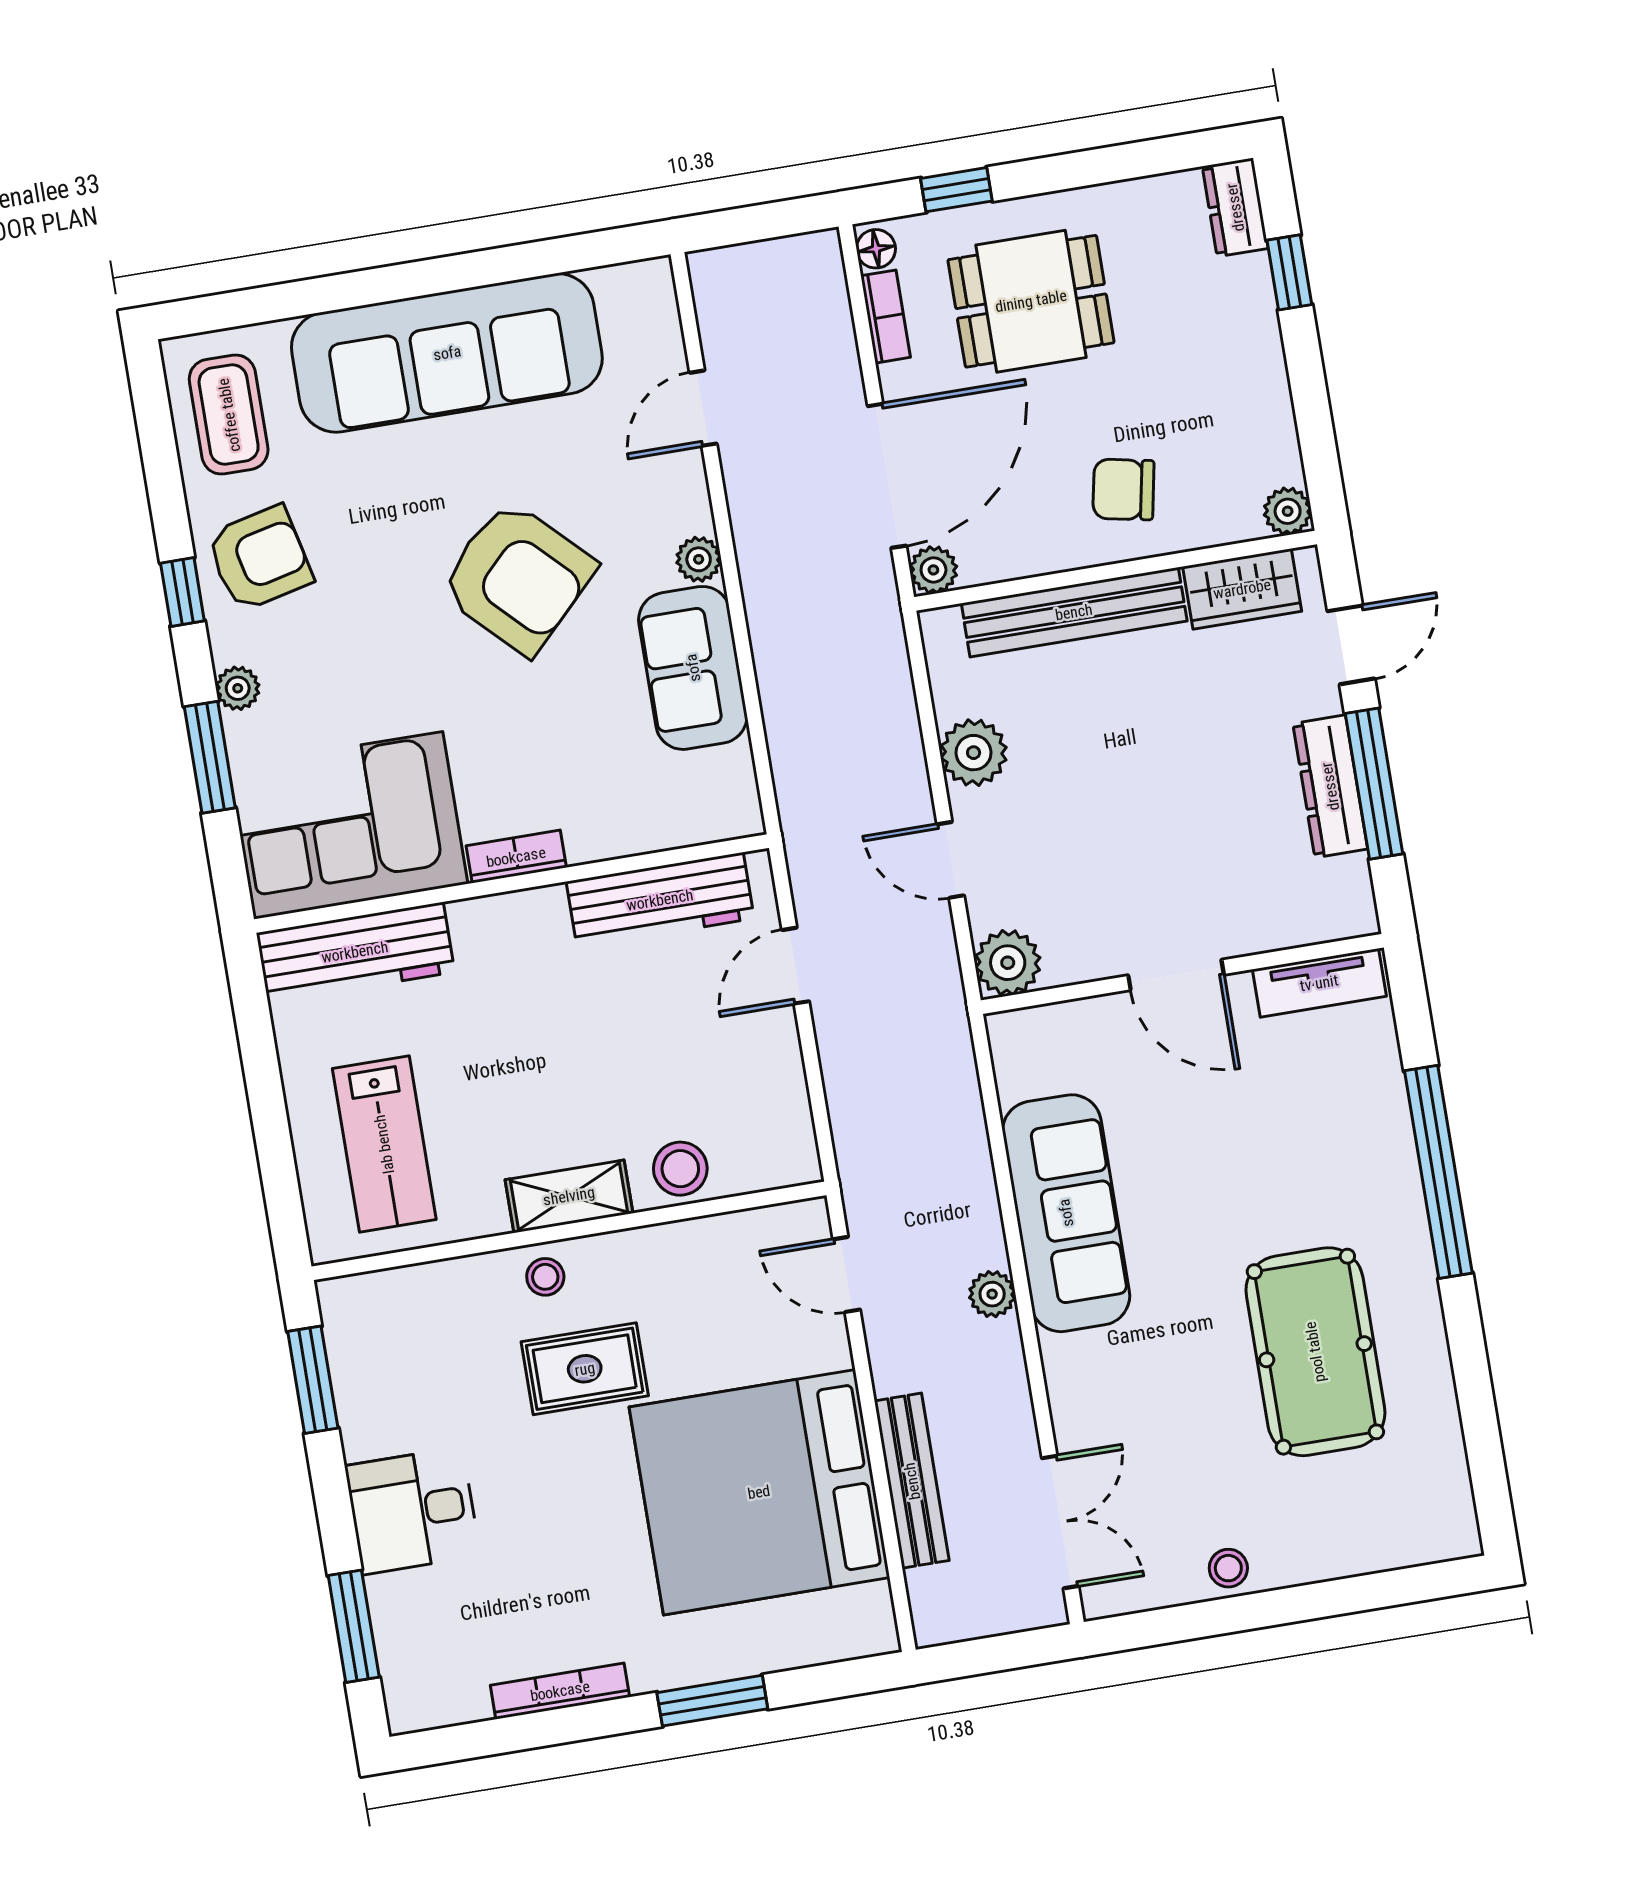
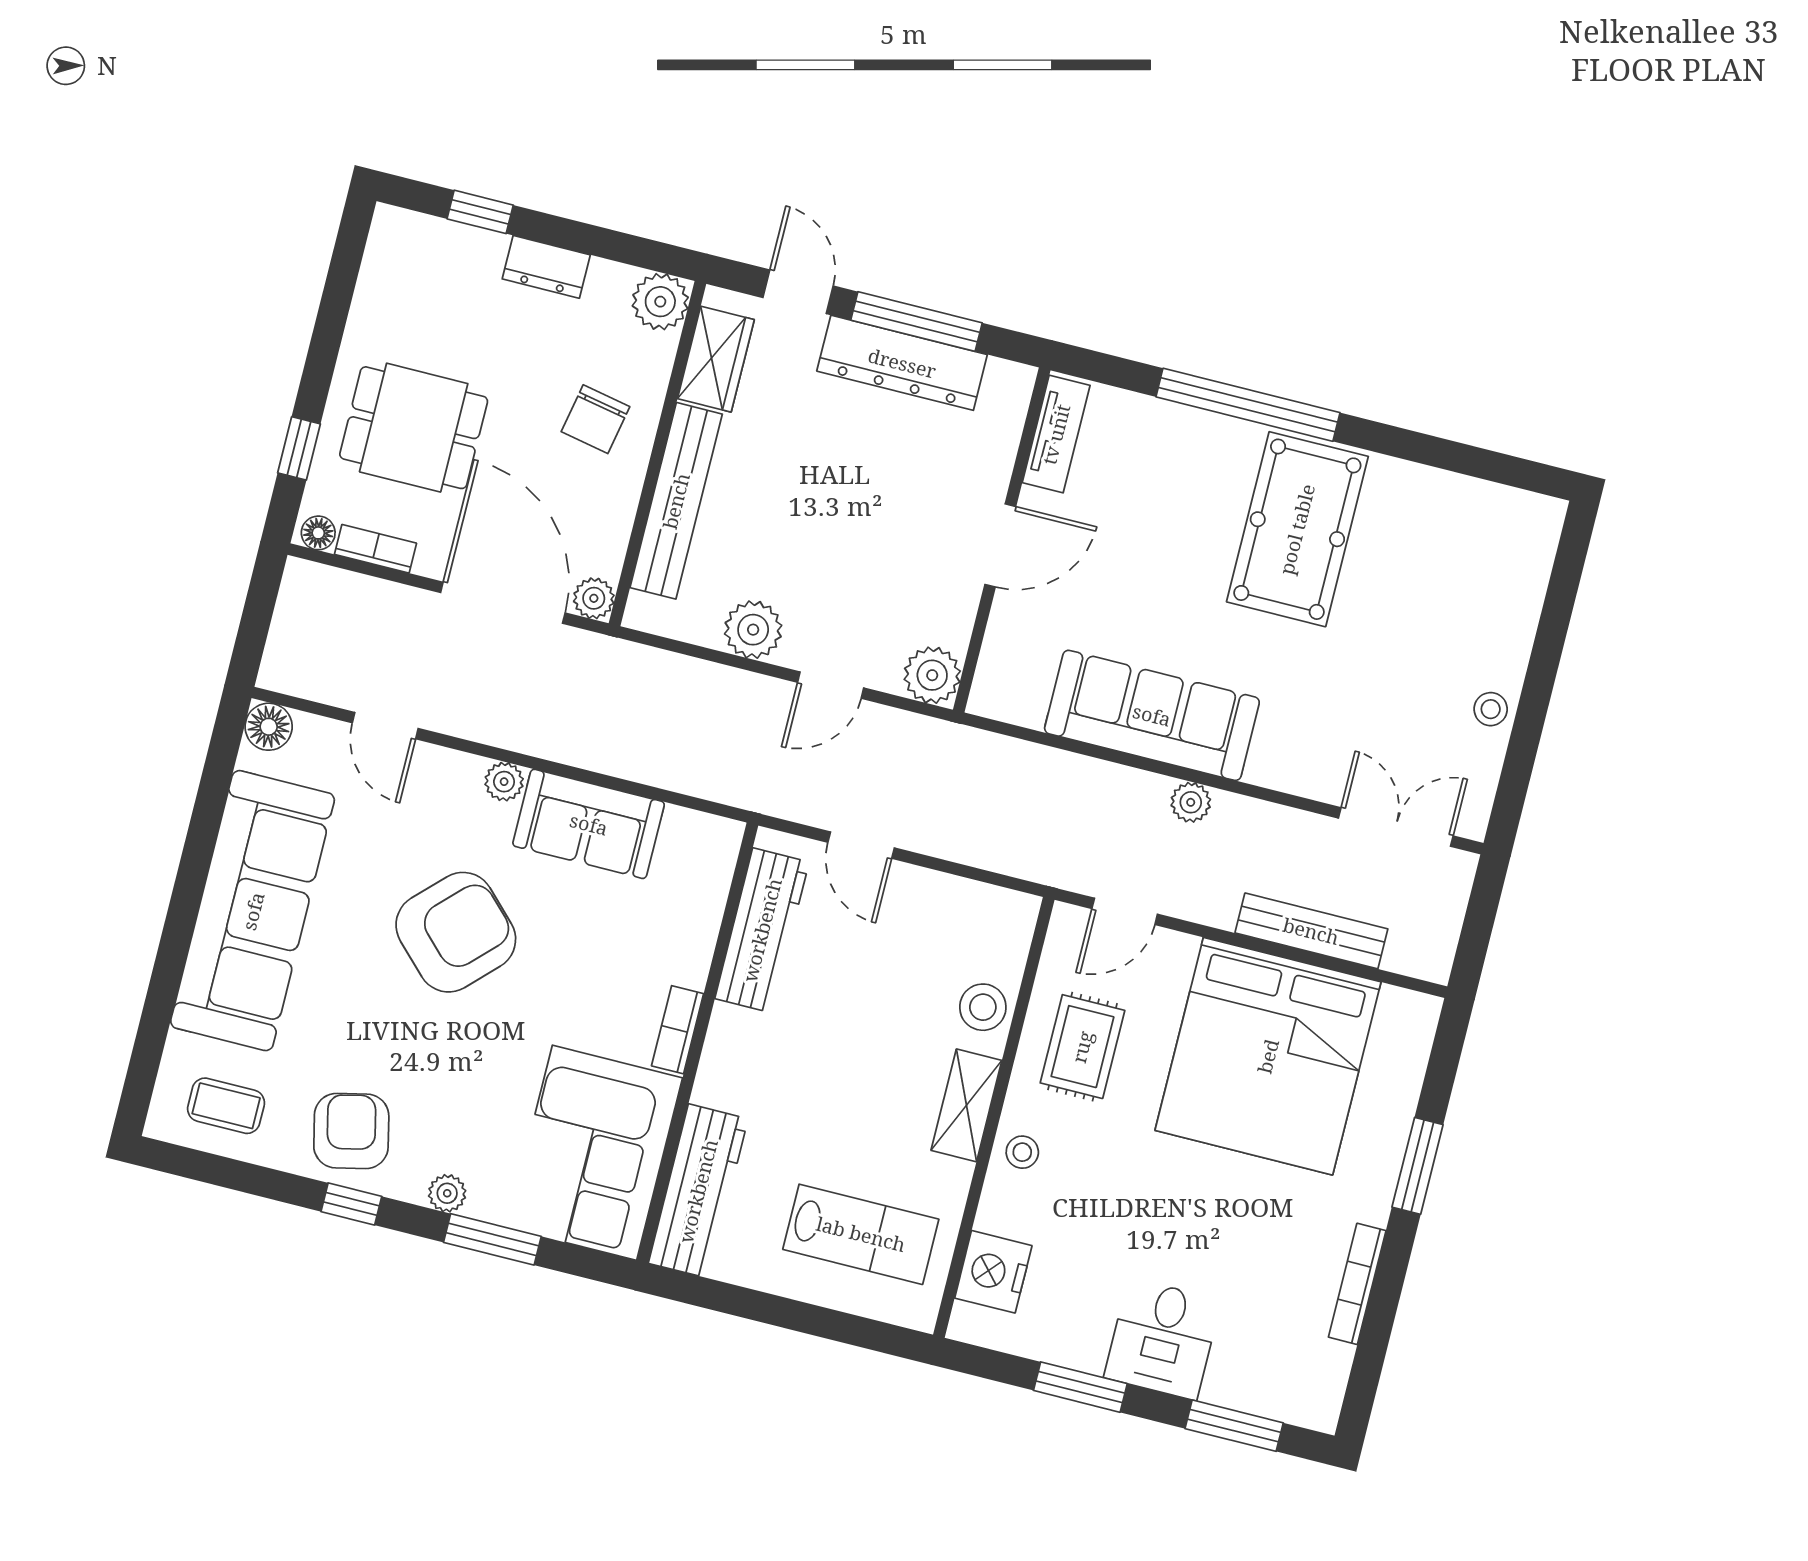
dresser: (1235, 207) -> (546, 267), moved
floor lamp: (648, 285) -> (269, 727), added
dining table: (1031, 301) -> (414, 428), turned 90
coffee table: (229, 415) -> (226, 1106), width x0.73, depth x0.77
plant: (1288, 511) -> (660, 302), width x1.38, depth x1.38
dresser: (1330, 786) -> (902, 363), width x1.37, depth x1.24
nightstand: (406, 1301) -> (993, 1272), added
pool table: (1315, 1352) -> (1297, 529), moved, turned 90
rug: (585, 1369) -> (1082, 1047), moved
window: (313, 1380) -> (1080, 1387), moved

